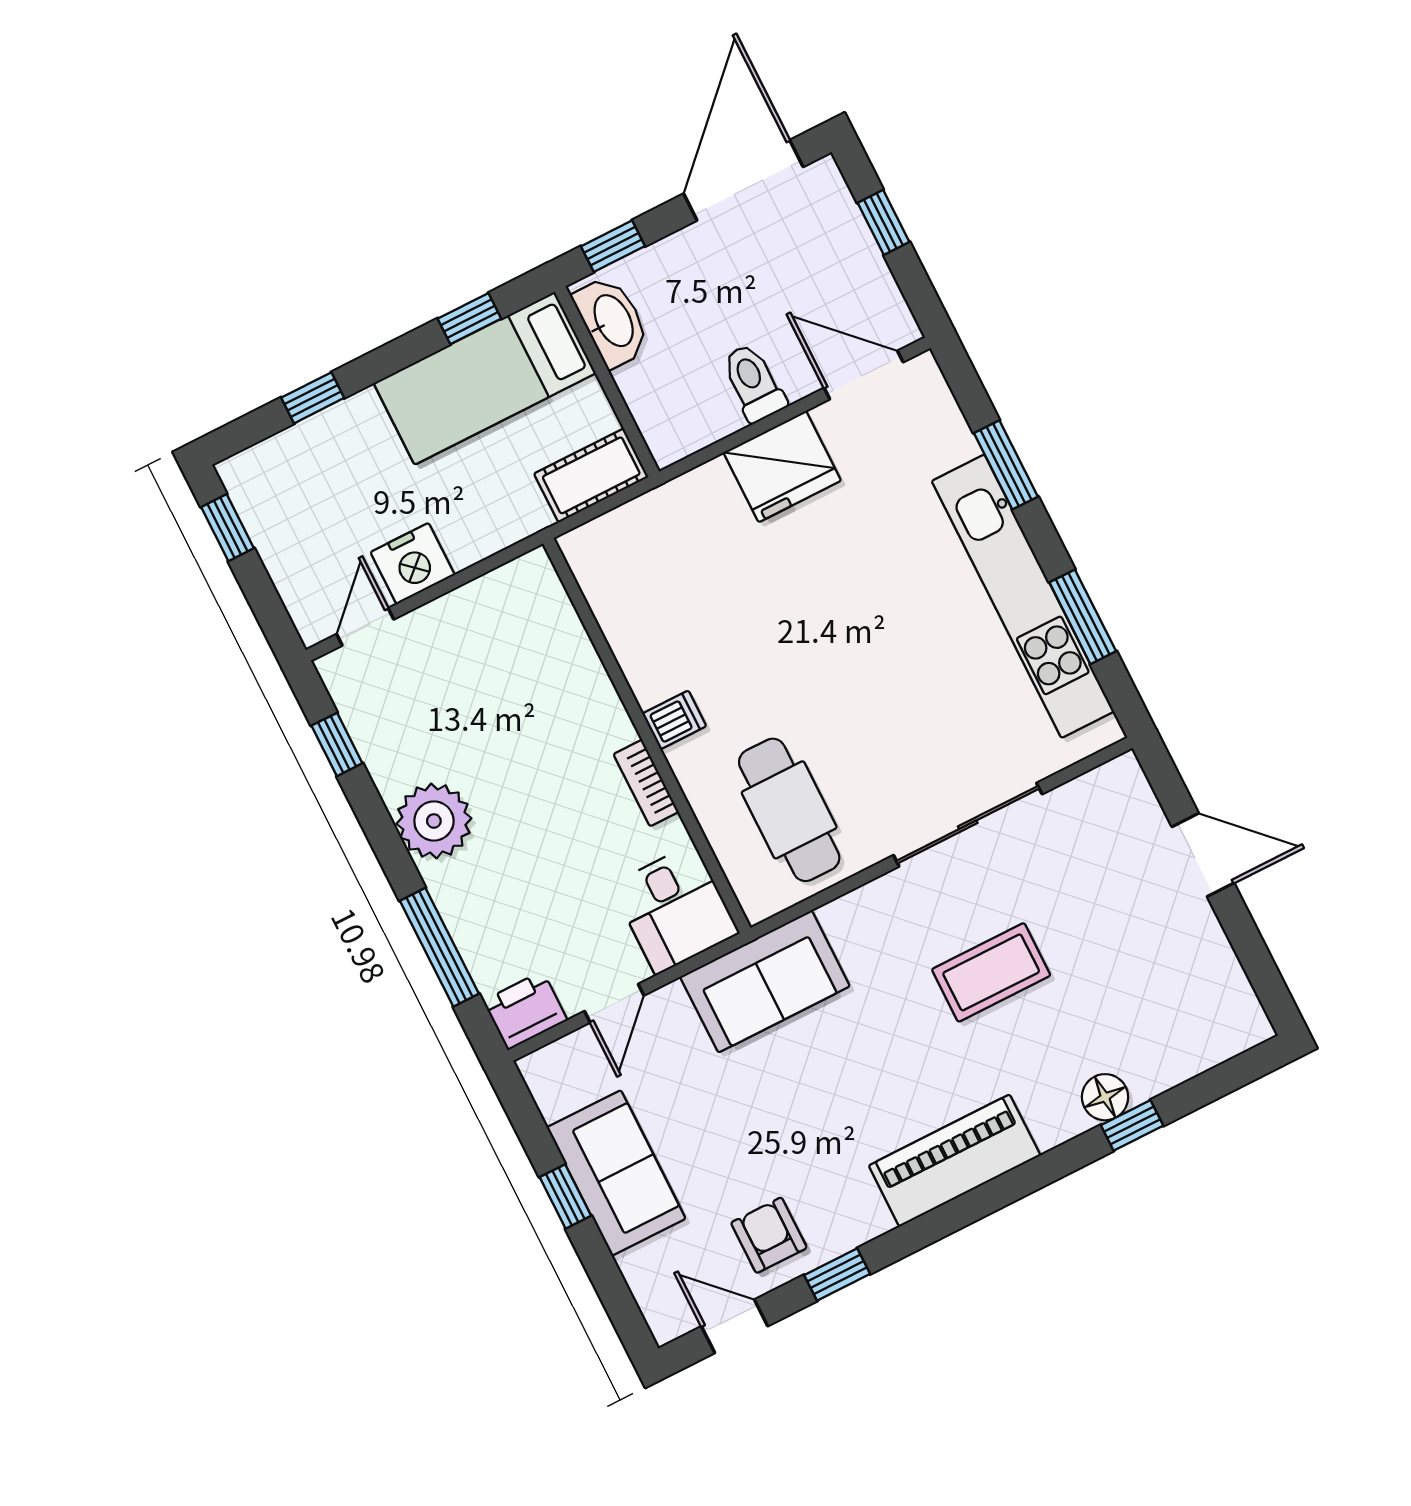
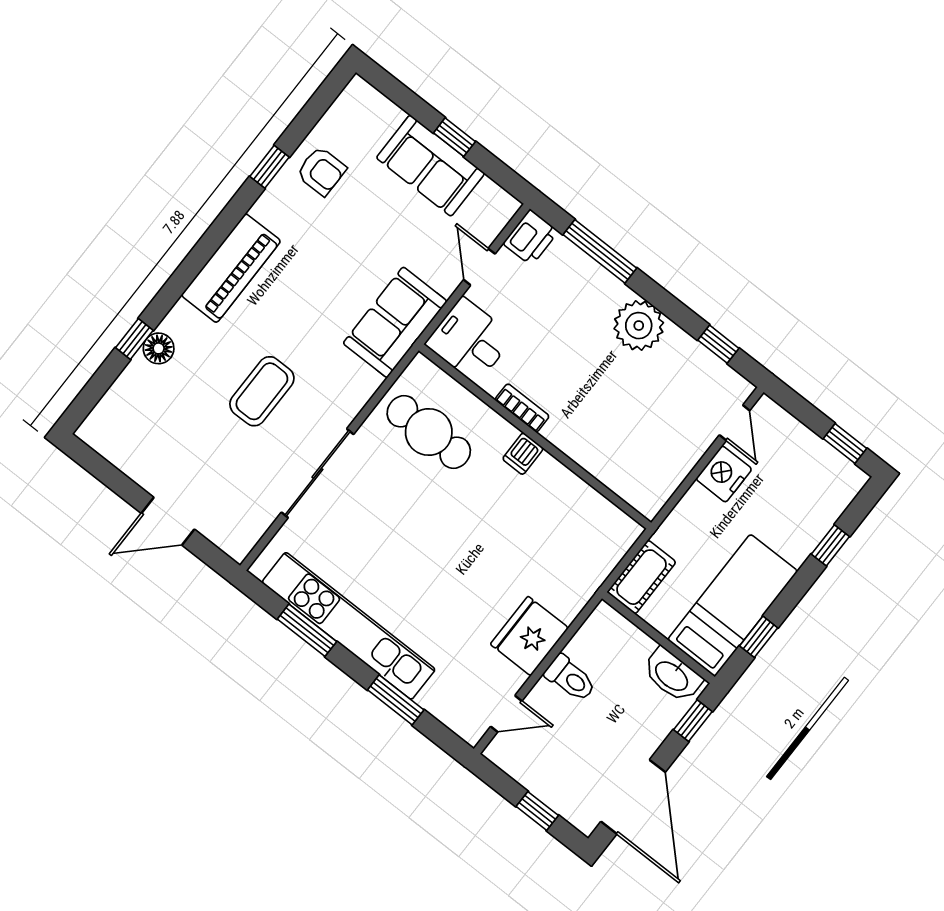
door: (864, 375) -> (506, 714), width x0.73
door: (735, 1326) -> (316, 107), removed

